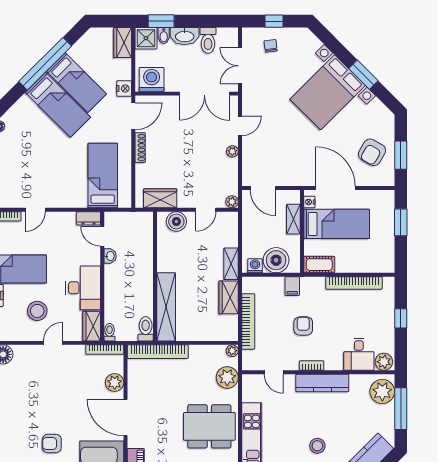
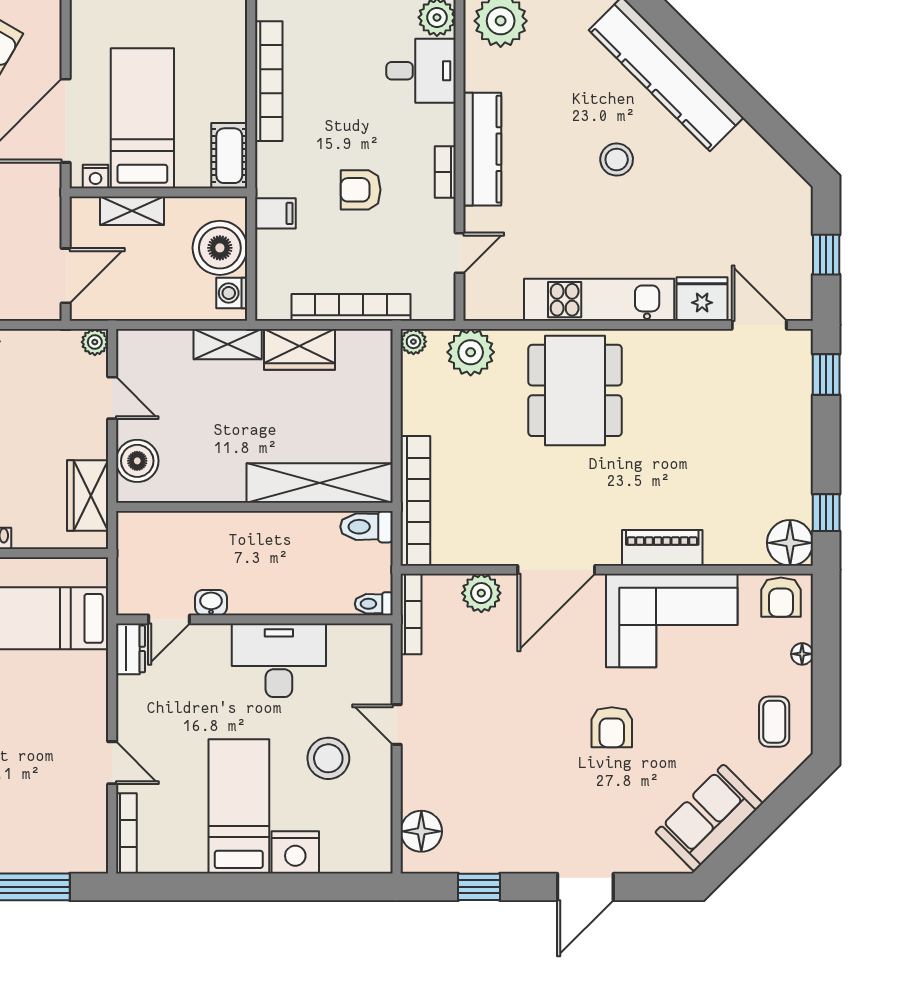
wardrobe: (92, 326) -> (361, 642), removed

